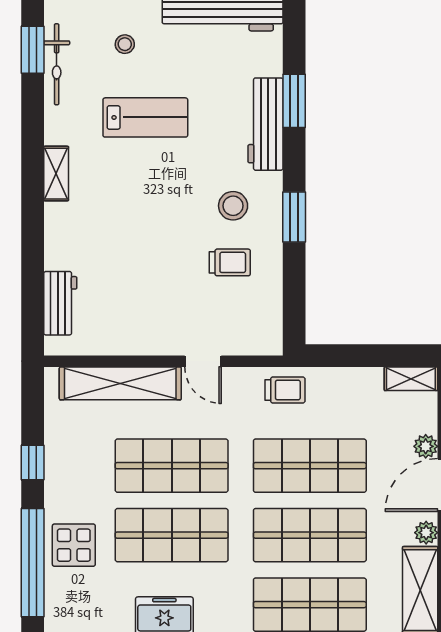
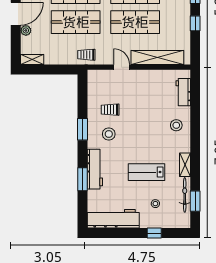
shelving: (56, 174) -> (185, 165), moved
stool: (76, 226) -> (176, 125), added

